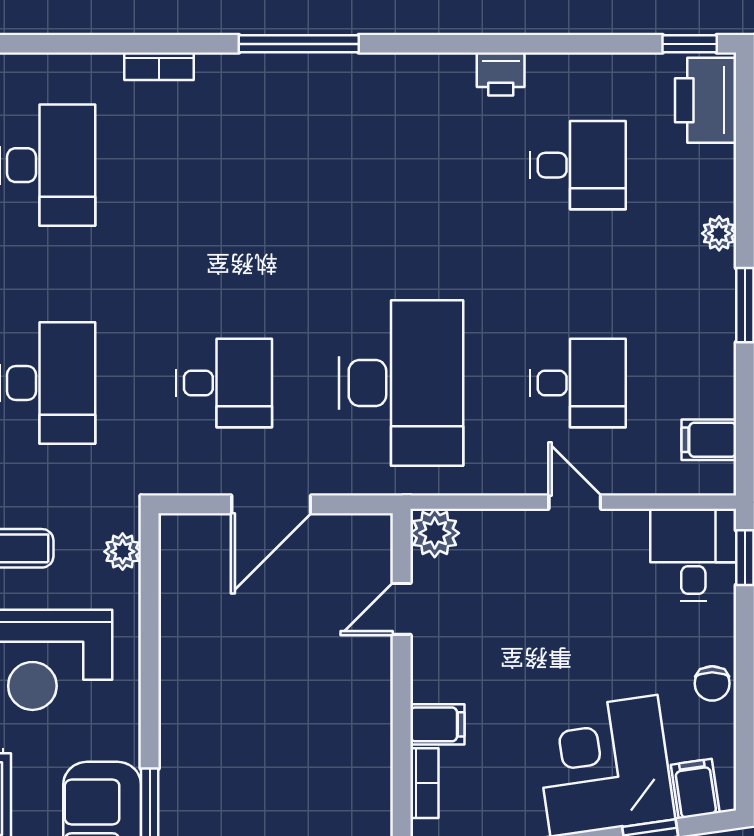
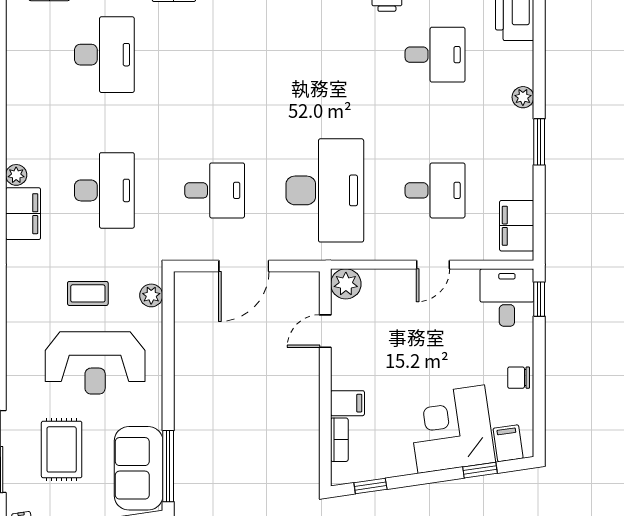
filing cabinet: (709, 440) -> (517, 226), width x2.00
door: (575, 502) -> (433, 265), swing flipped
chair: (712, 683) -> (519, 378), turned 90

